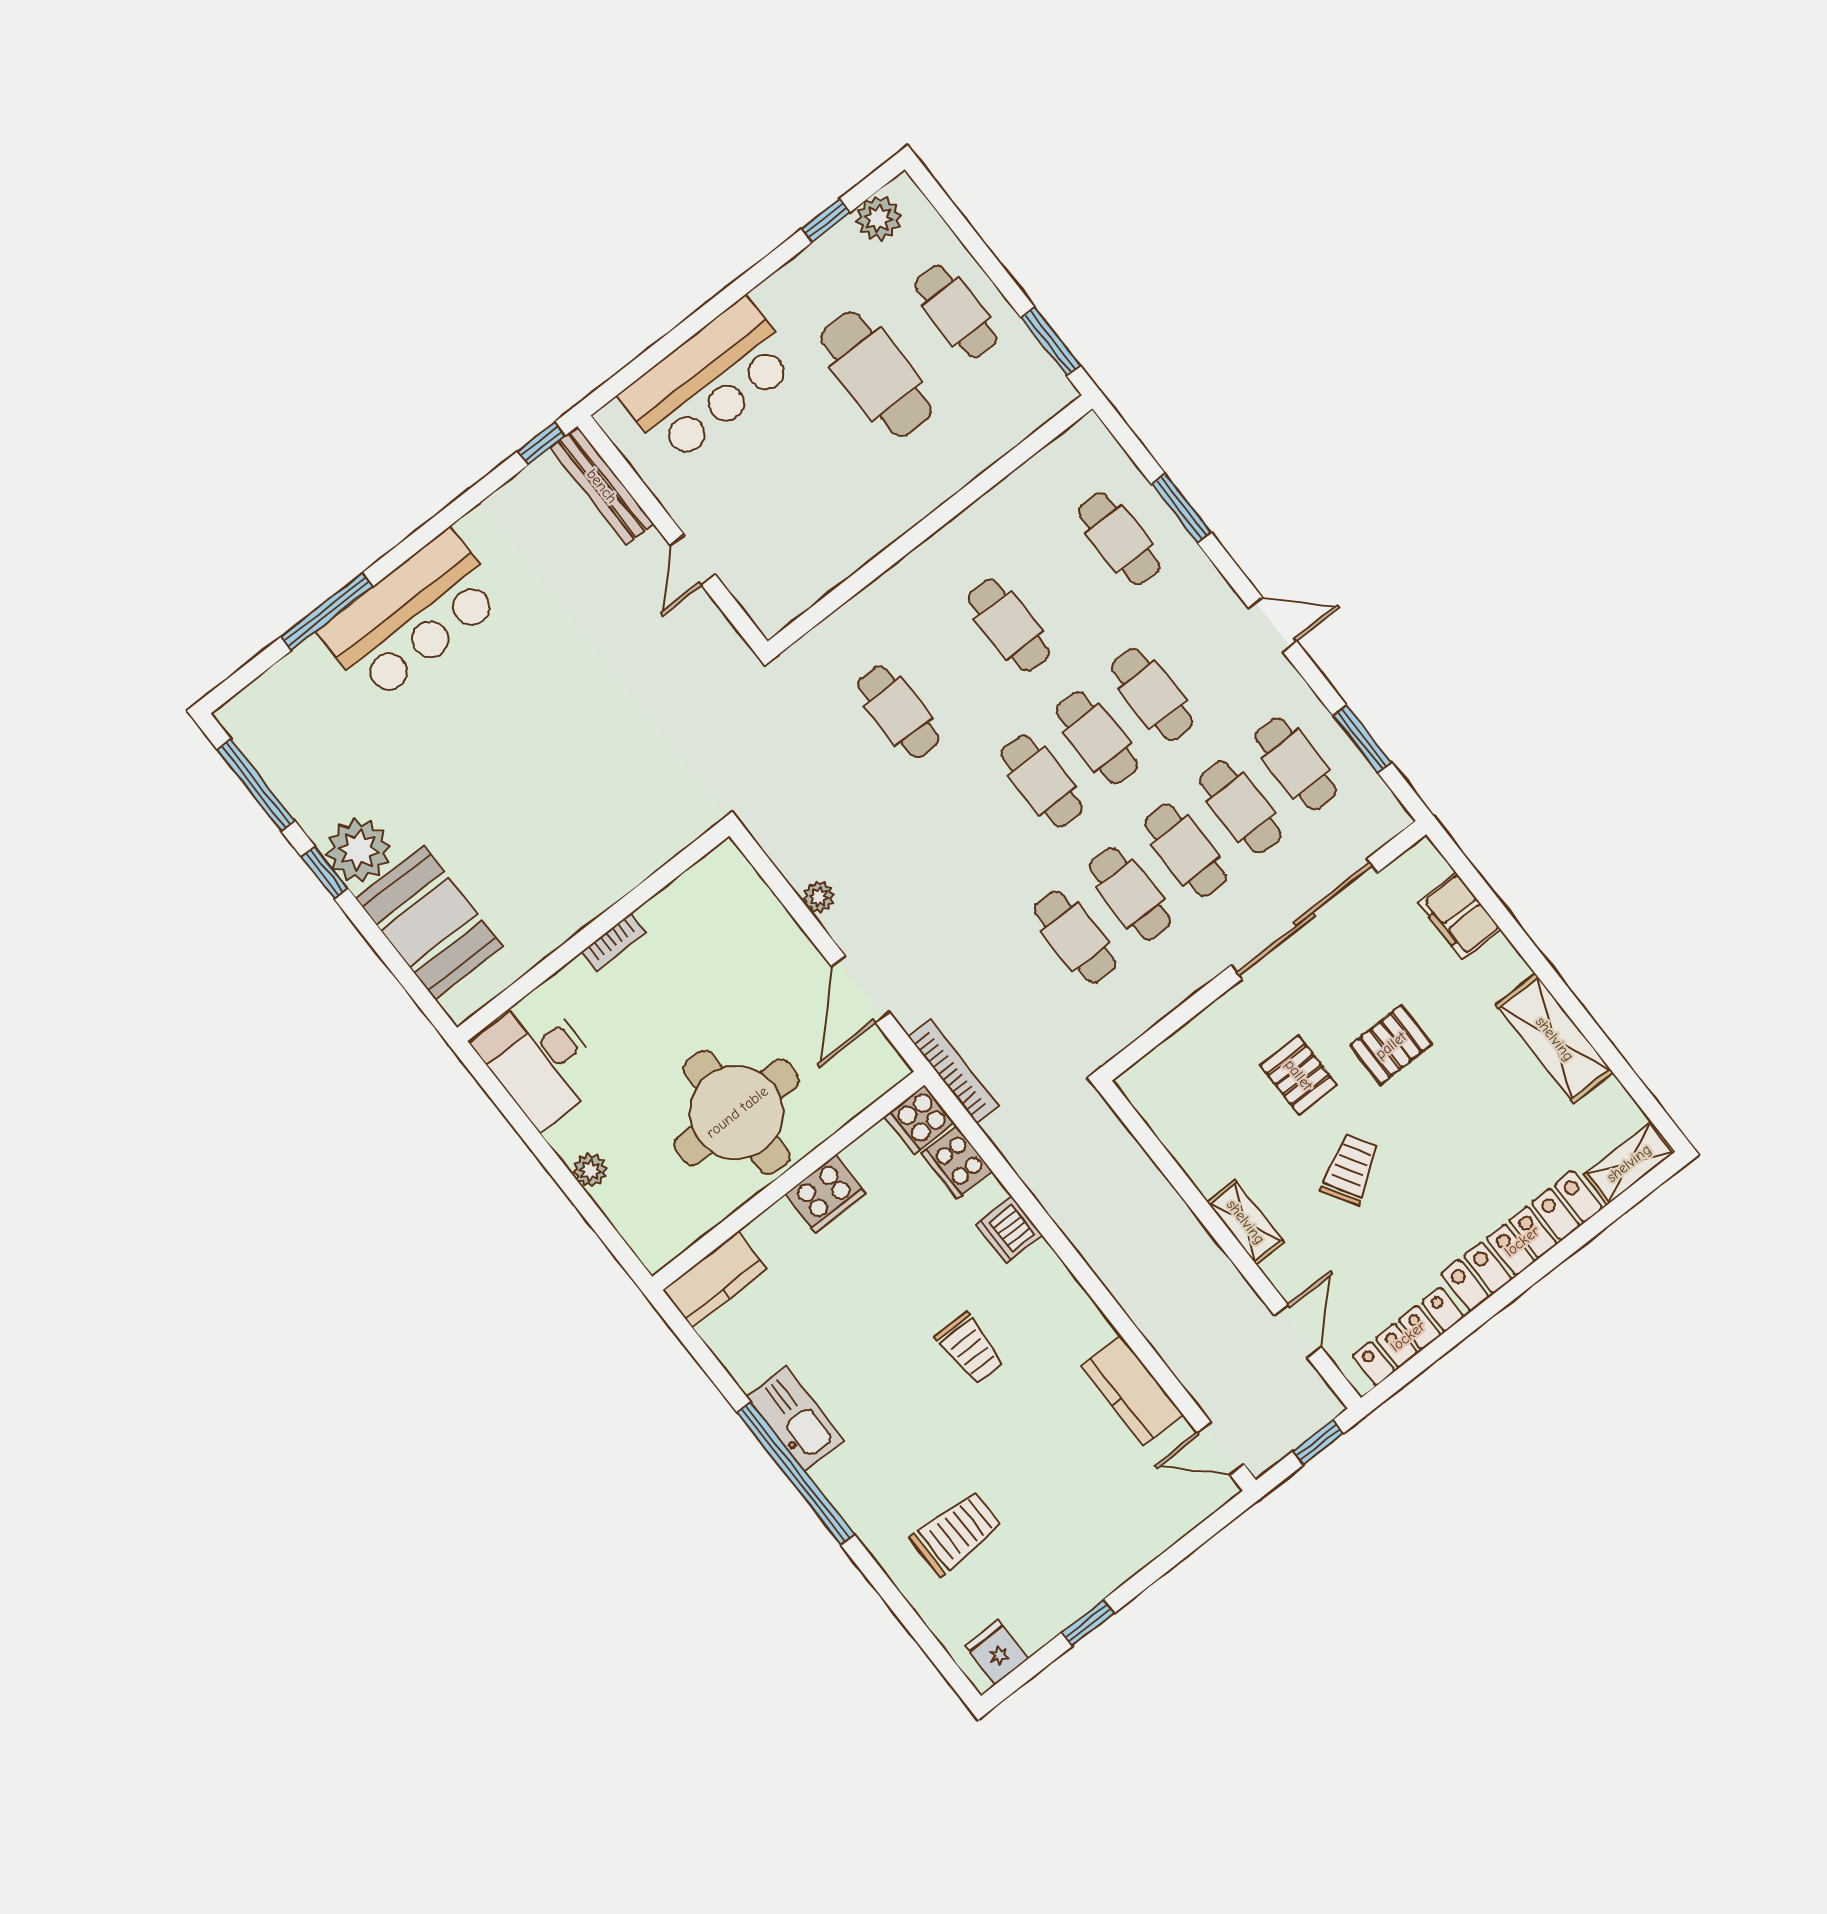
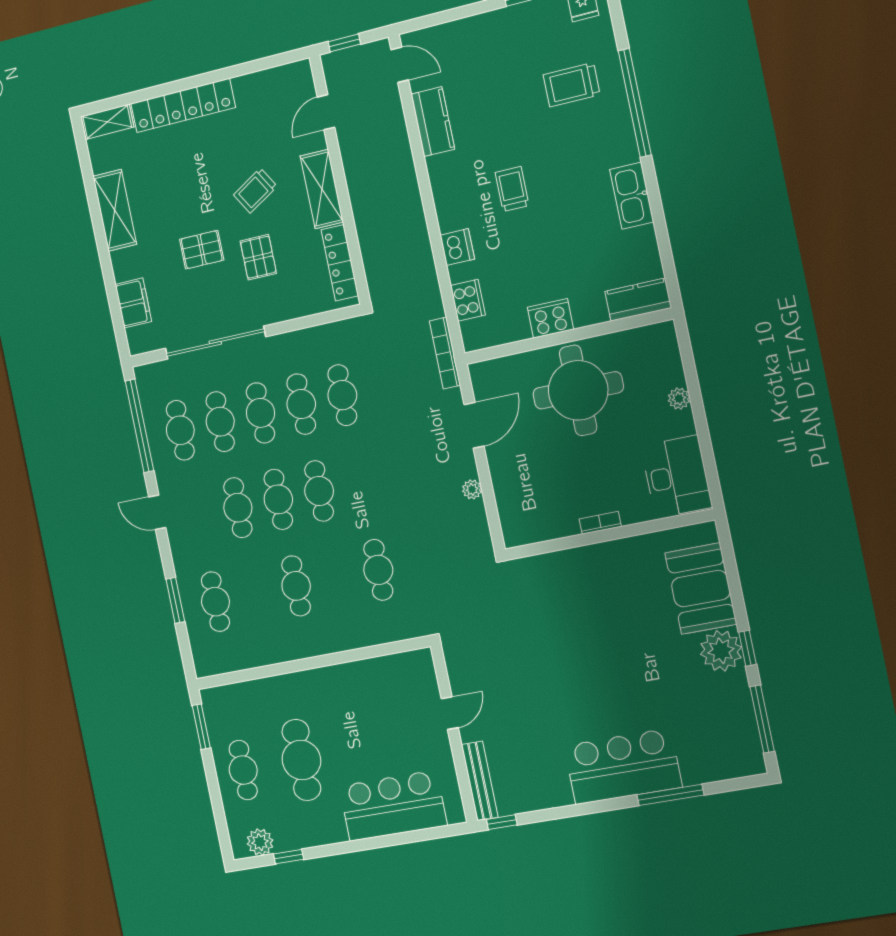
window: (1362, 739) -> (139, 426), width x2.11
cooker: (919, 1120) -> (477, 335), removed
shelving: (1246, 1222) -> (322, 189), width x1.50, depth x1.33
locker: (1408, 1336) -> (340, 263), moved, turned 90
window: (796, 1474) -> (635, 103), moved

